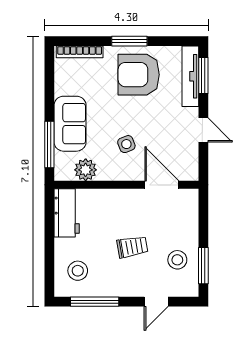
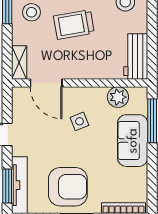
shelving: (190, 206) -> (19, 63), added
trolley: (132, 247) -> (74, 24), width x1.36, depth x1.39

